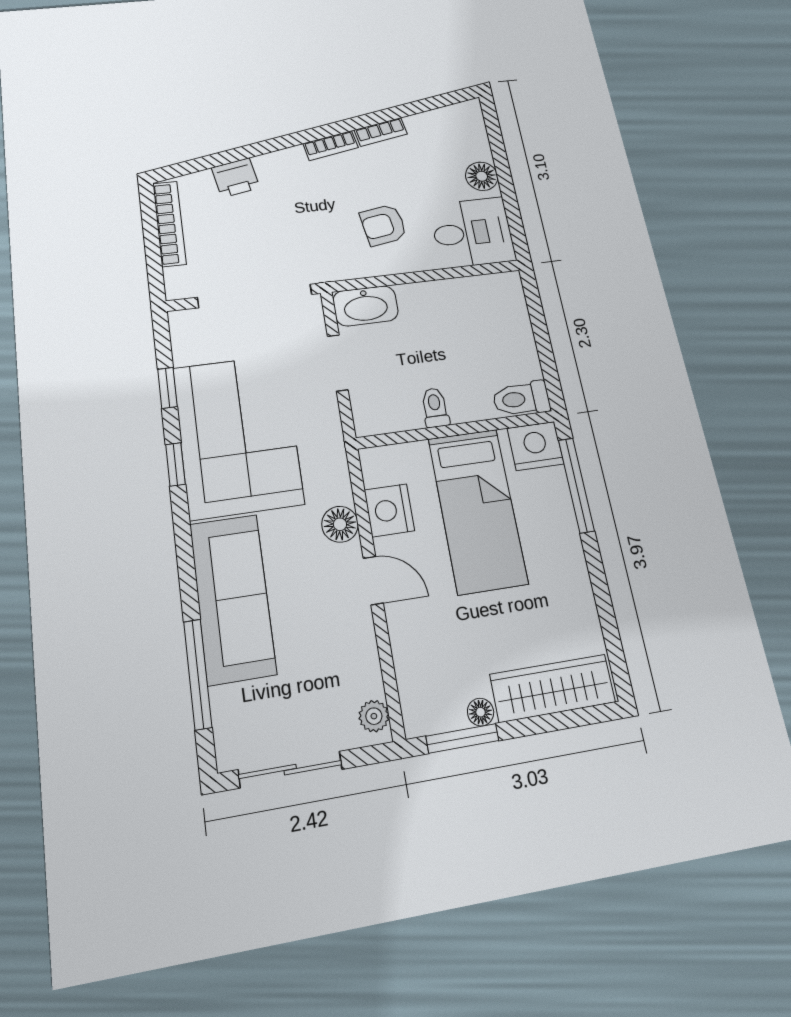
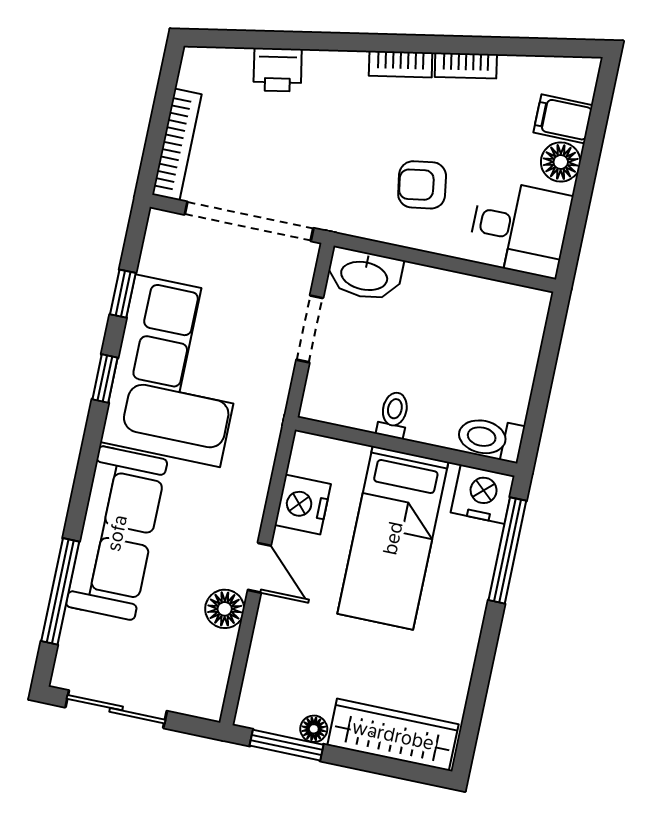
filing cabinet: (470, 146) -> (563, 119), added
bookcase: (169, 224) -> (177, 144), moved
floor lamp: (340, 524) -> (225, 609), moved
plant: (374, 716) -> (211, 693), removed

